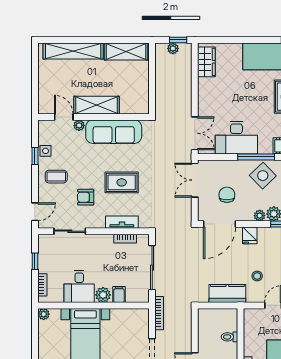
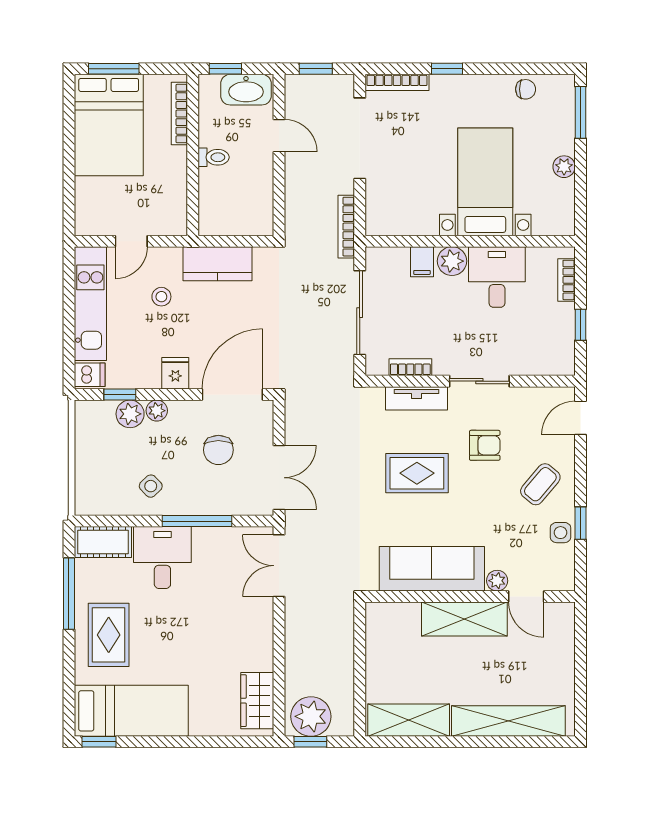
plant: (173, 48) -> (311, 716), width x1.88, depth x1.88
desk: (236, 138) -> (162, 558), moved, width x0.73
window: (256, 157) -> (197, 521), moved
side table: (263, 176) -> (151, 486), width x0.54, depth x0.54
coffee table: (56, 177) -> (540, 484), turned -50
sliding door: (70, 231) -> (479, 381), moved
plant: (44, 314) -> (564, 167), moved
toilet: (229, 337) -> (214, 157), moved

